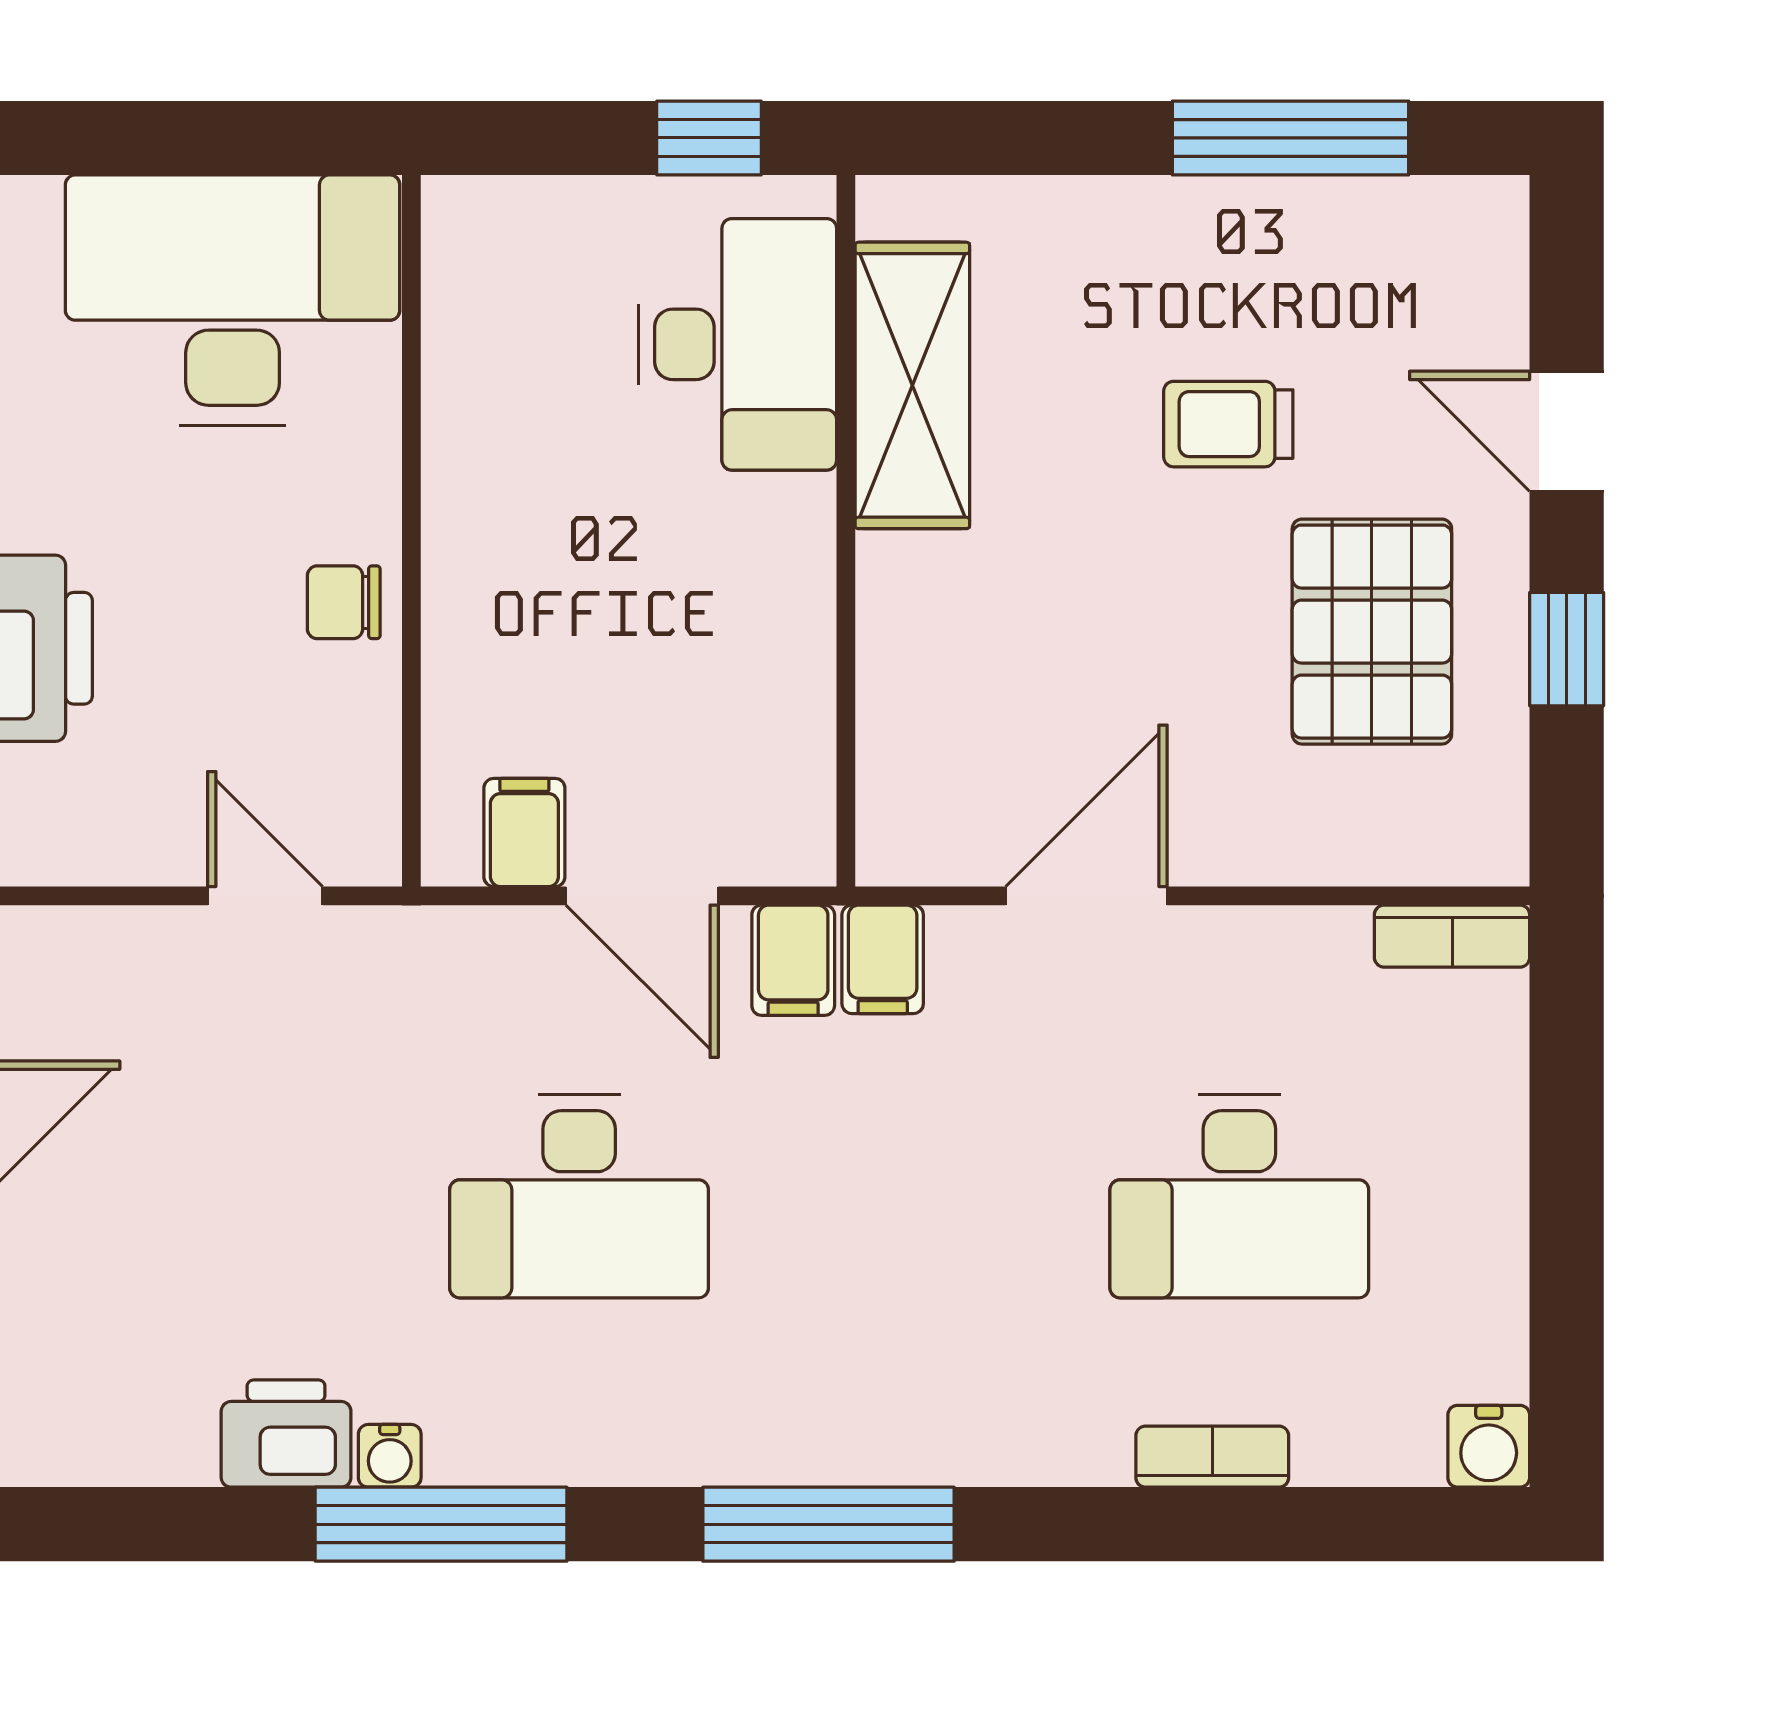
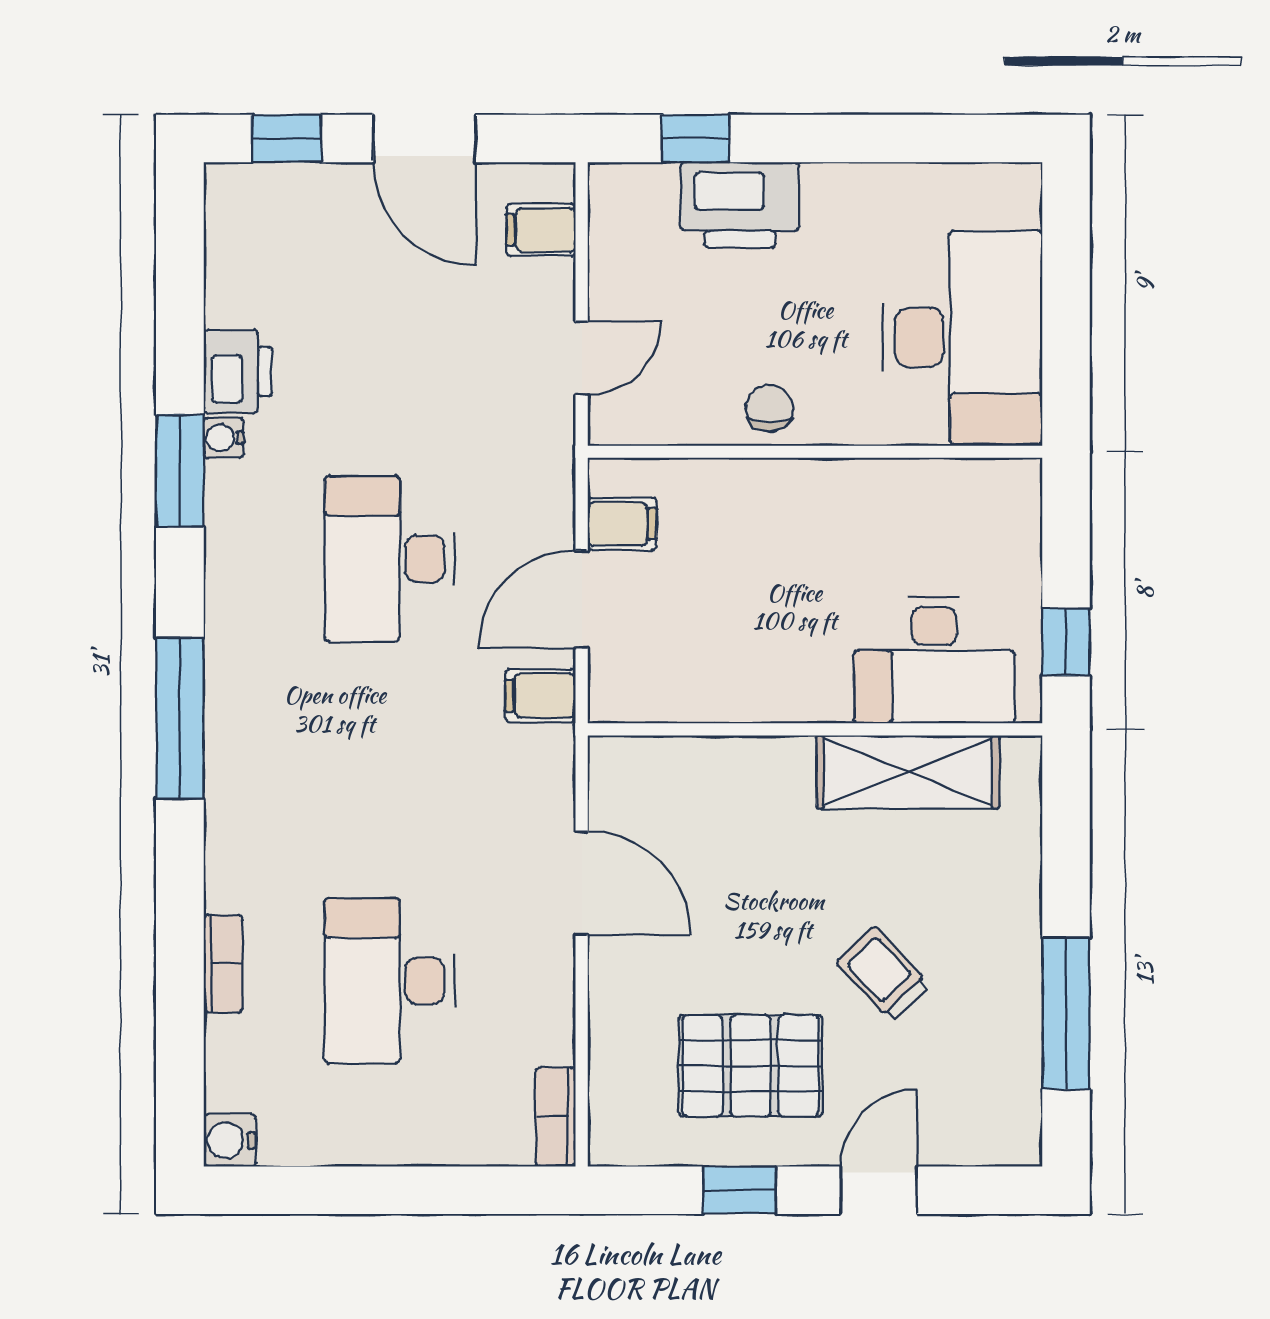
trolley: (1228, 424) -> (883, 974), turned -43
filing cabinet: (883, 959) -> (541, 230), moved
window: (441, 1524) -> (180, 471), width x0.69

